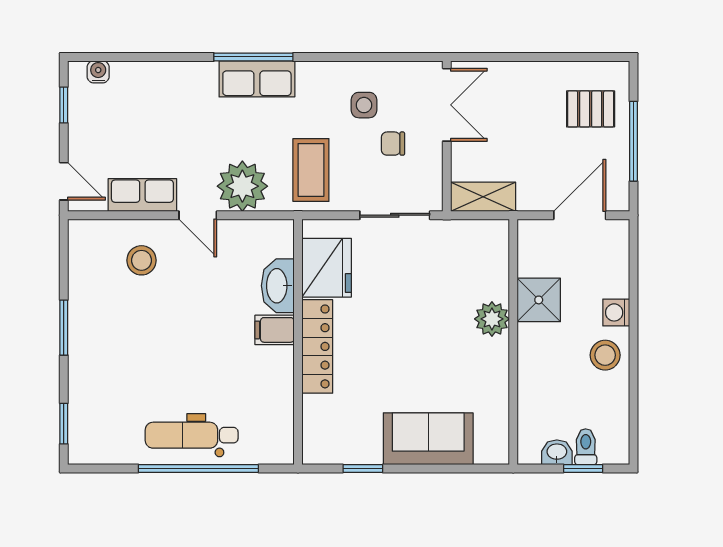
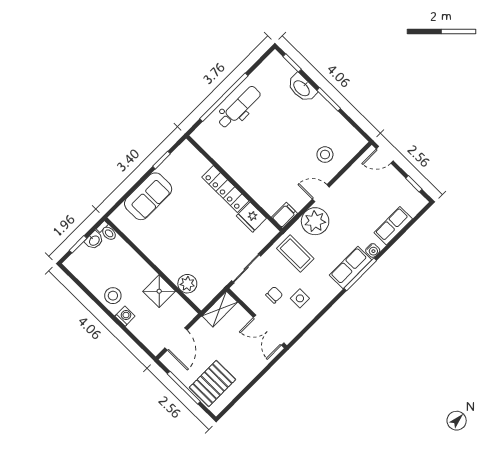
water cooler: (98, 72) -> (373, 250), moved
pallet: (591, 109) -> (212, 383), width x1.50, depth x1.42
row of seats: (142, 195) -> (393, 226), moved, turned 180
fridge: (327, 268) -> (251, 217), width x0.73, depth x0.75
washbasin: (278, 286) -> (302, 88), moved, turned 180
plant: (492, 319) -> (187, 284), moved
filing cabinet: (275, 330) -> (285, 215), moved
toilet: (586, 447) -> (107, 231), moved

